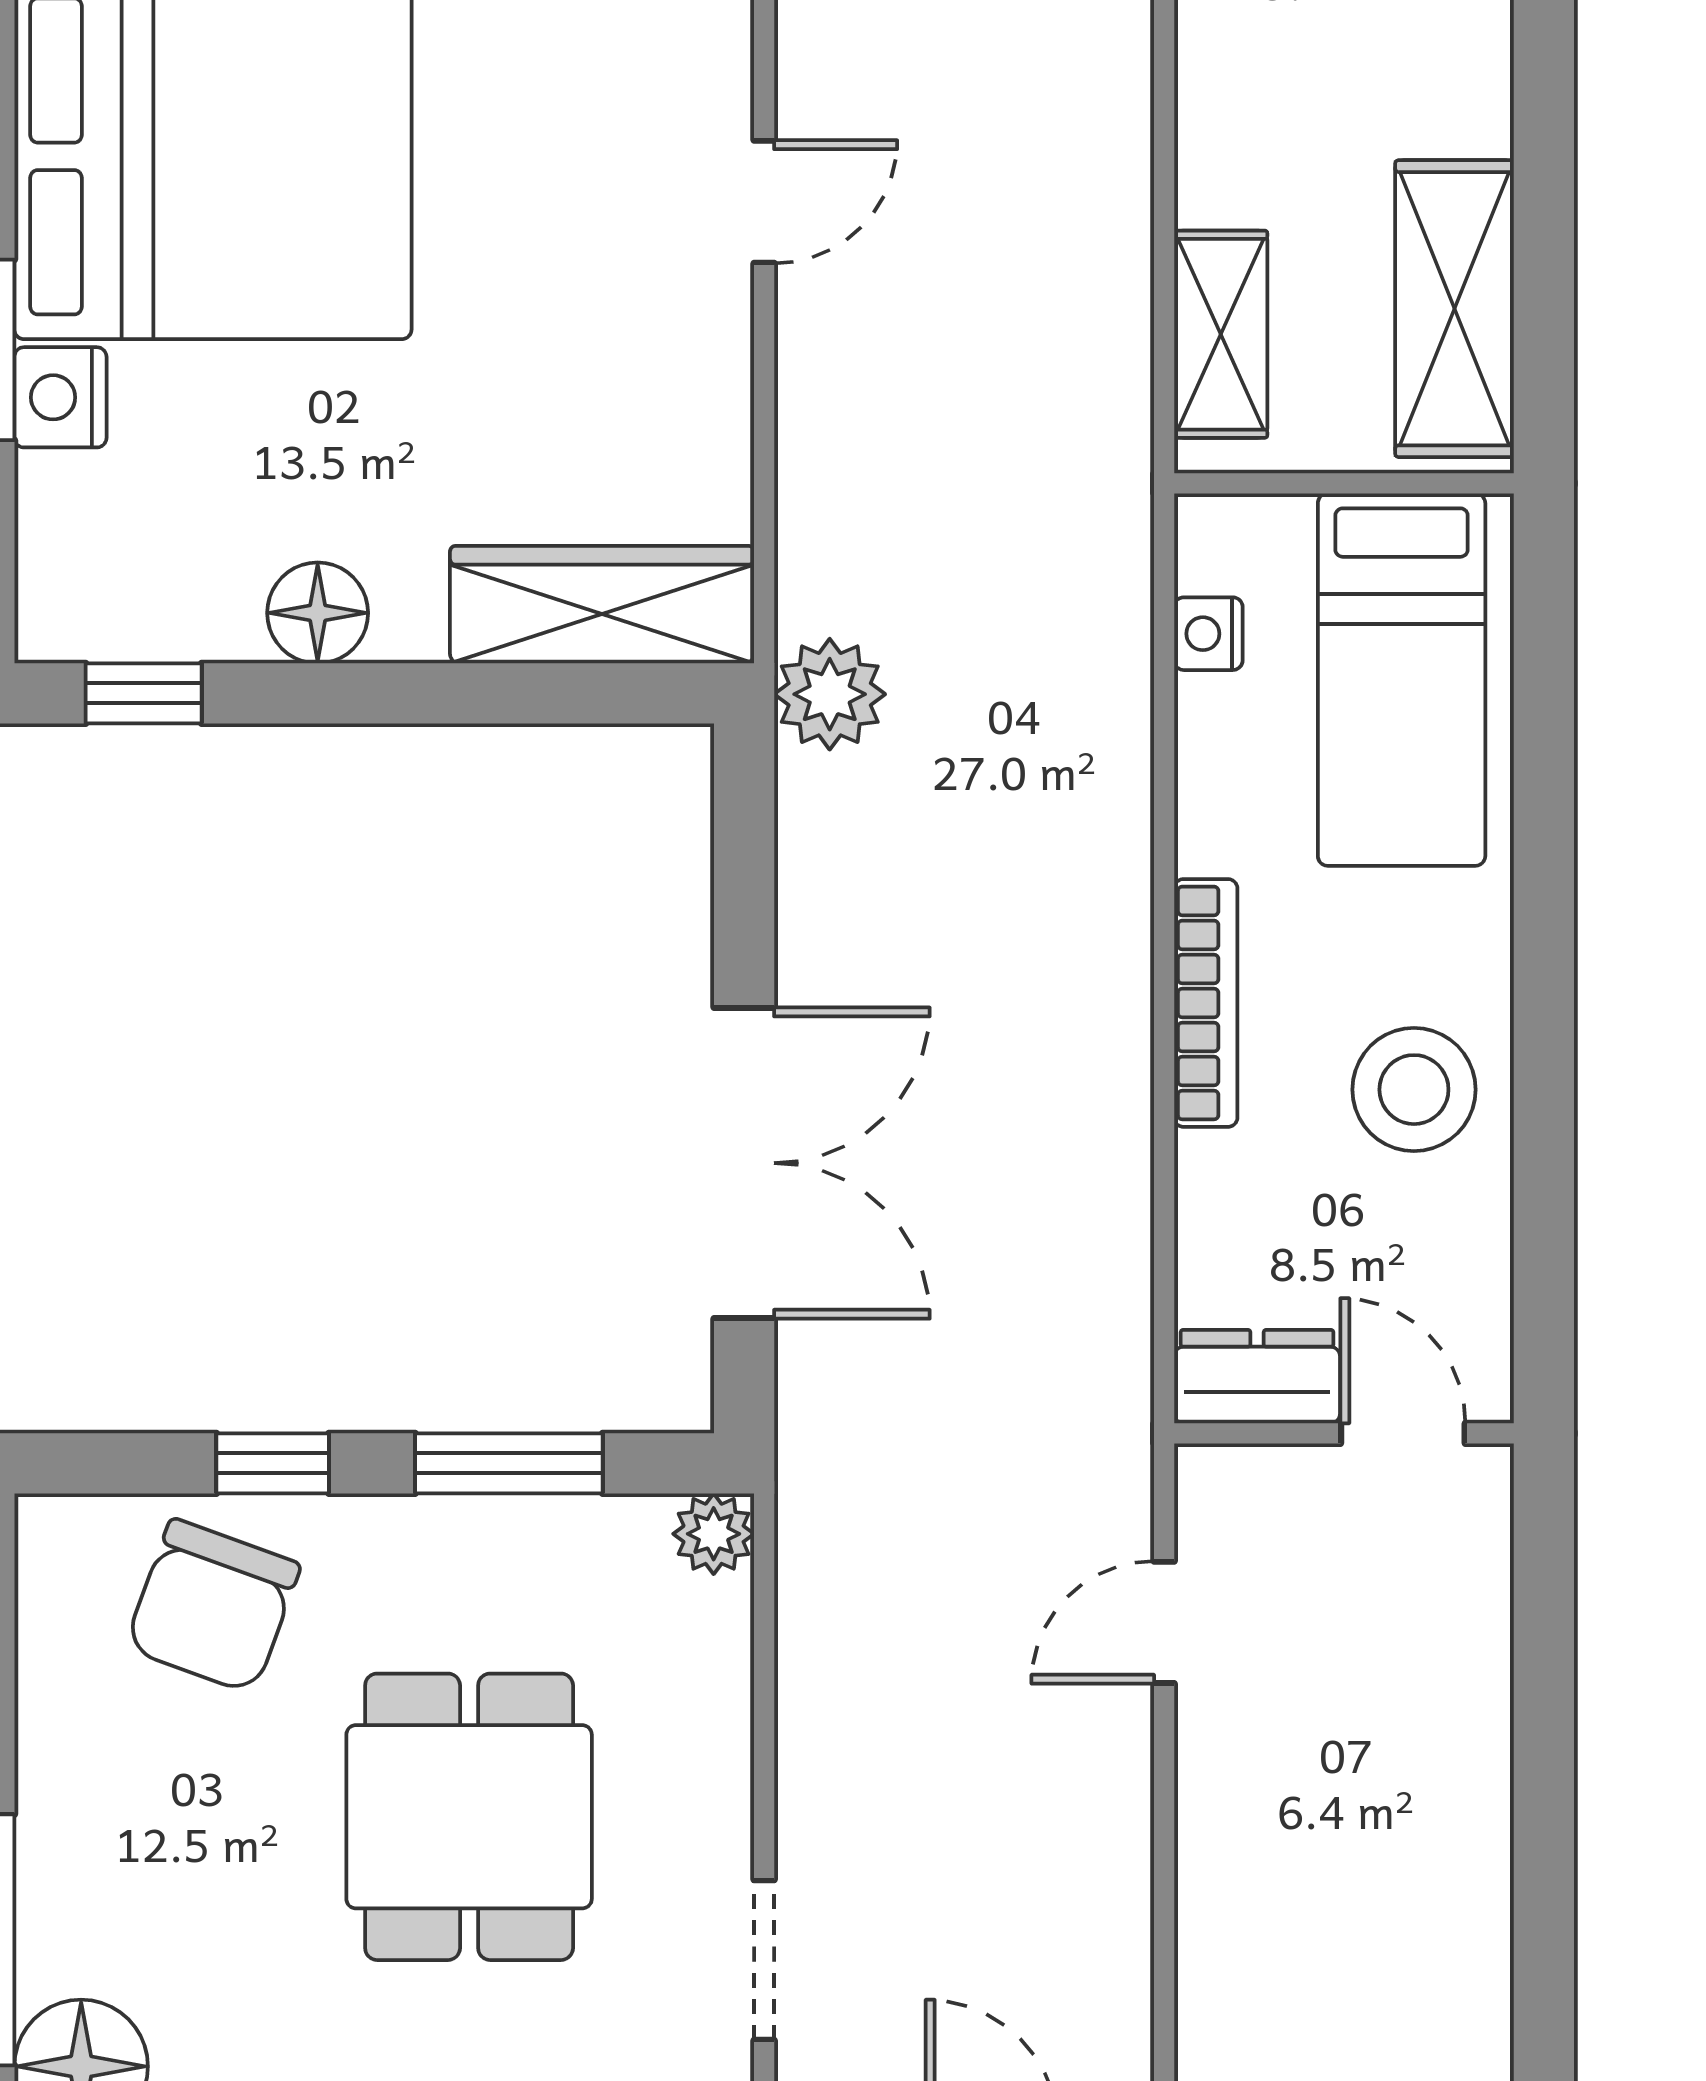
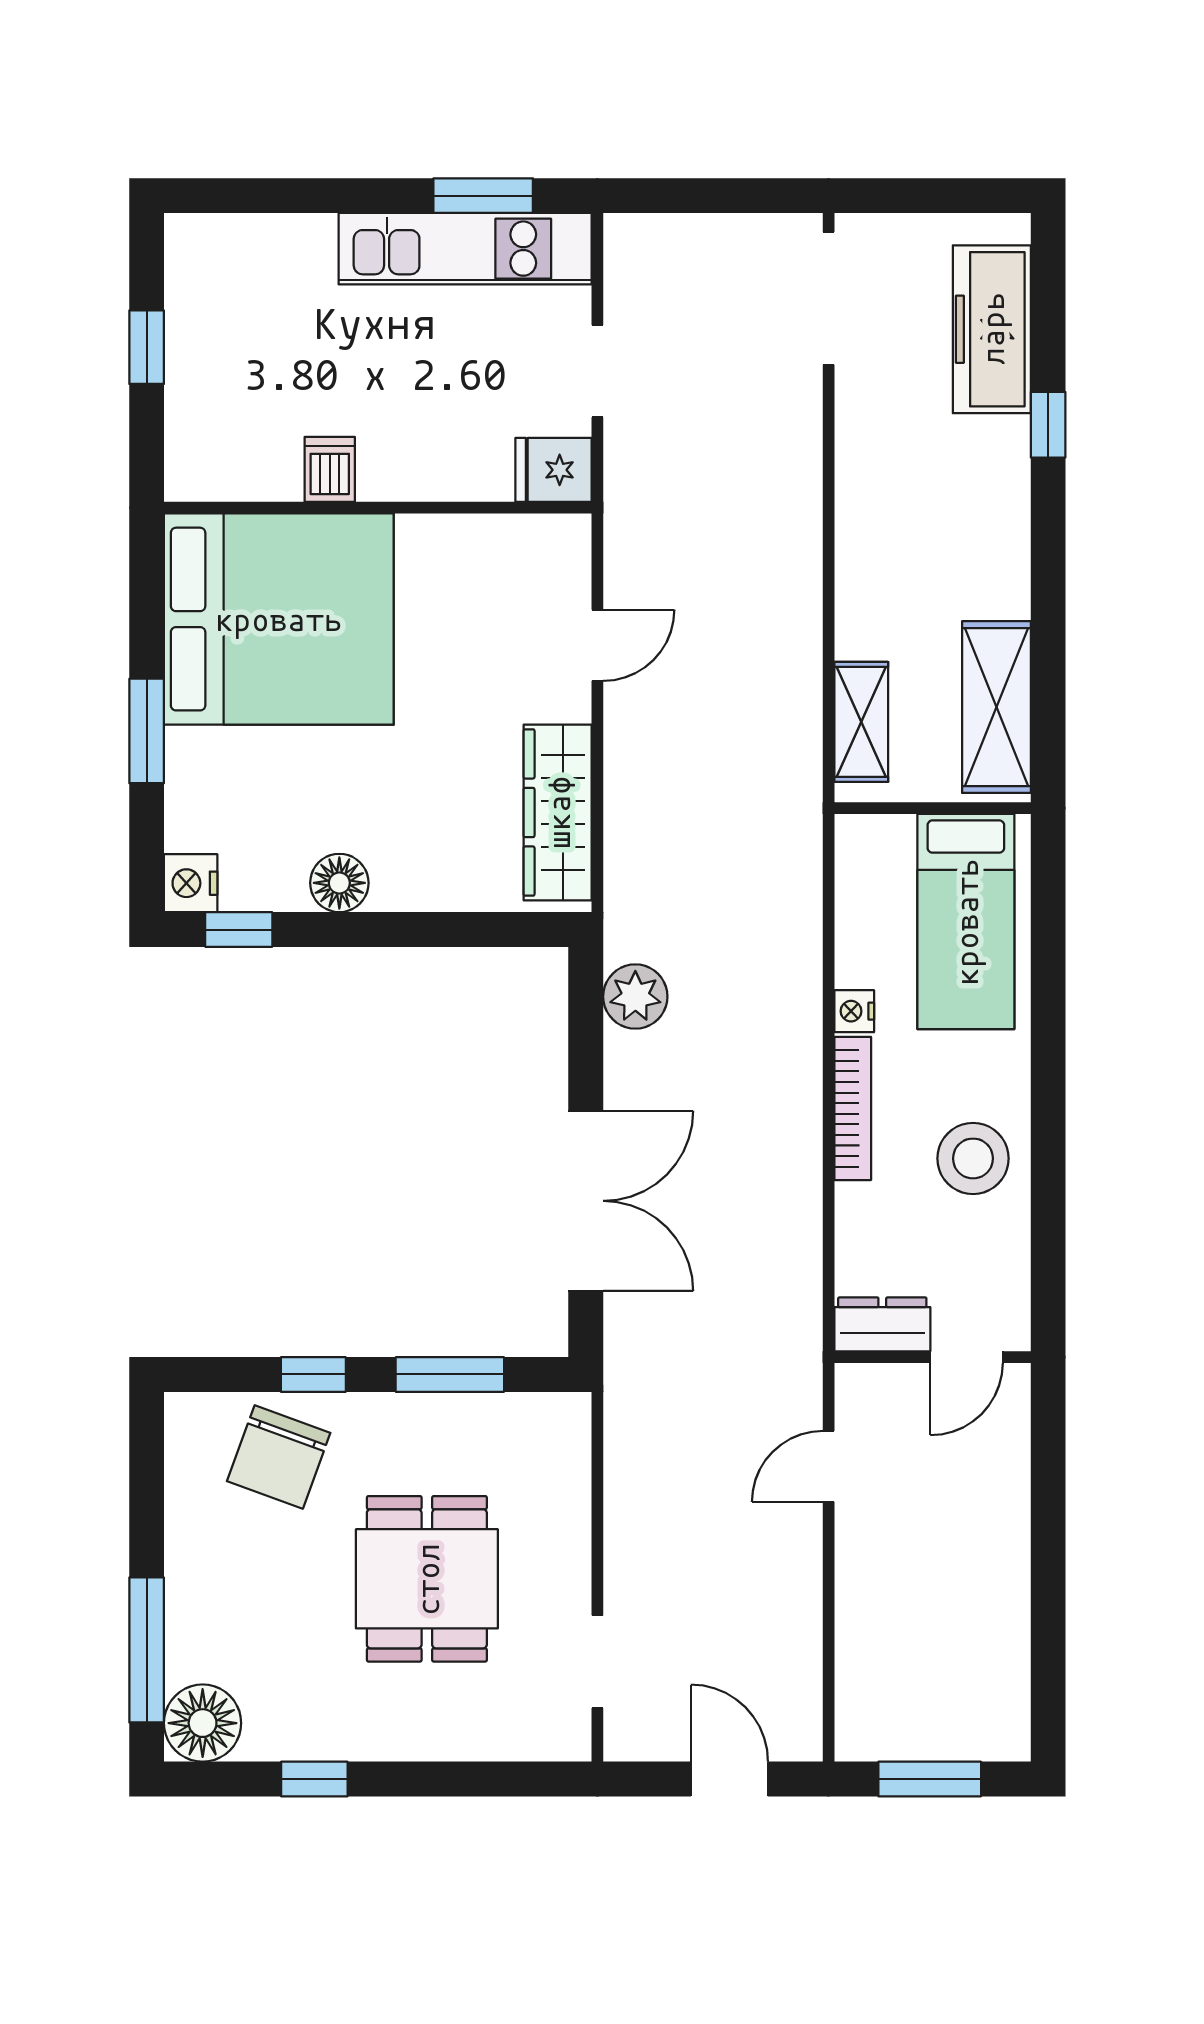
nightstand: (60, 397) -> (191, 883), moved
wardrobe: (602, 605) -> (558, 812), moved, turned -90
nightstand: (1208, 634) -> (854, 1011), moved
plant: (830, 694) -> (635, 997), moved
door: (1403, 1433) -> (967, 1357), swing flipped
plant: (714, 1534) -> (568, 1415), removed

